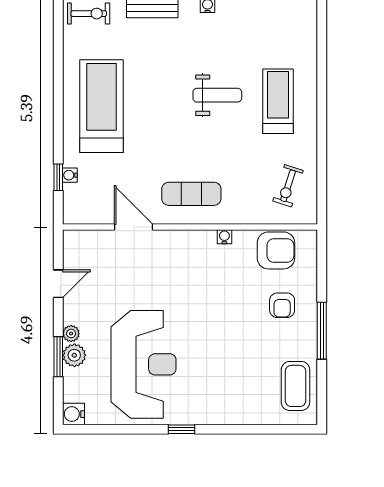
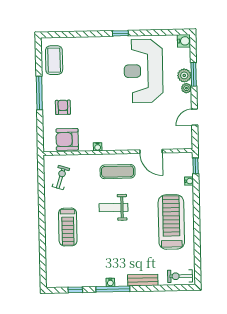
weight bench: (217, 95) -> (114, 207), moved
treadmill: (102, 106) -> (171, 222), turned 180
window: (58, 177) -> (196, 166), moved

